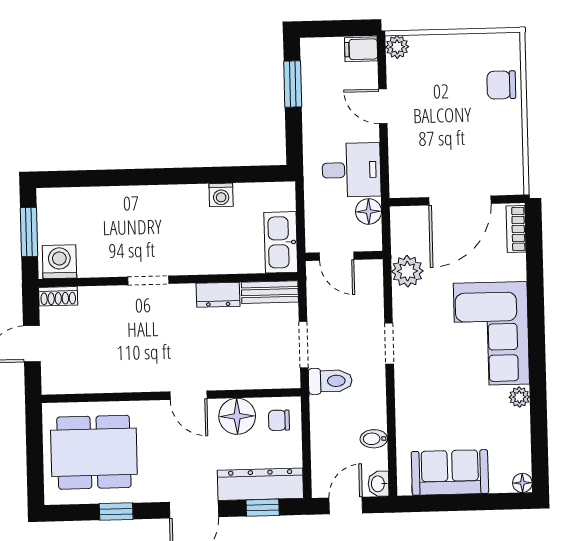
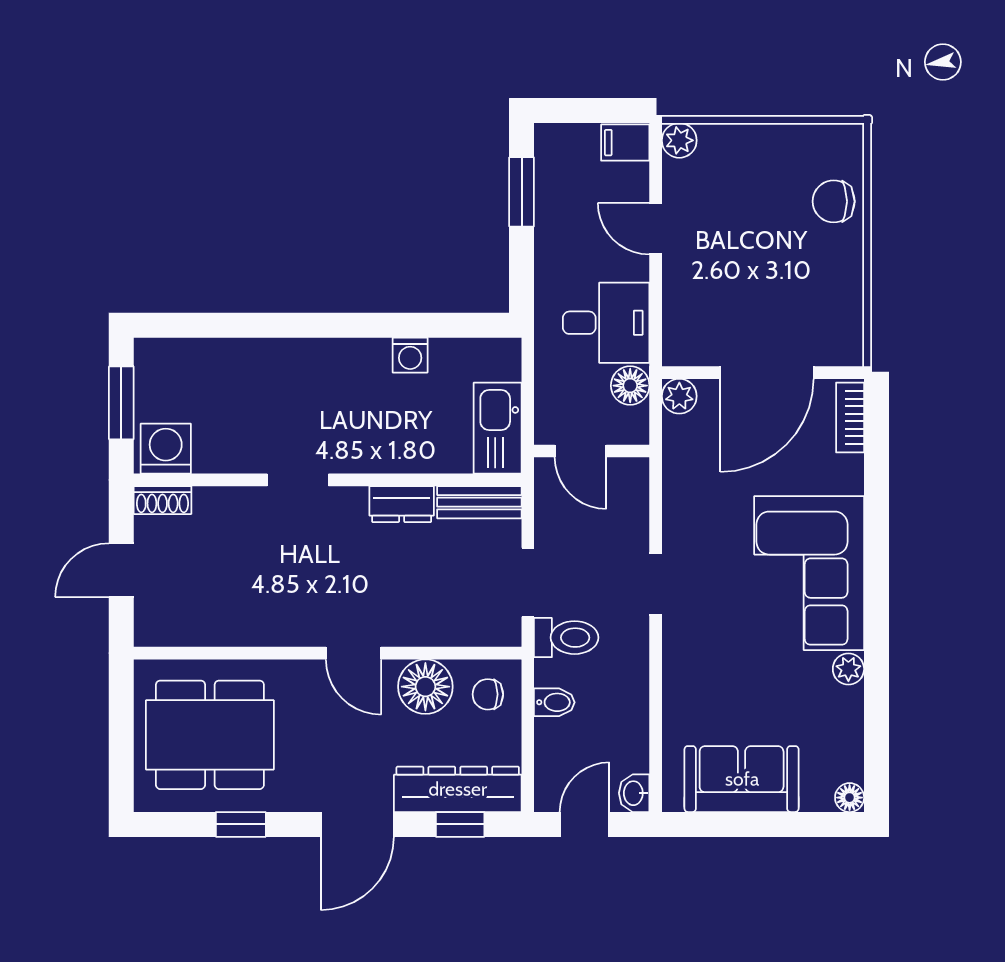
plant: (407, 271) -> (679, 396), moved, width x0.73, depth x0.73
bidet: (374, 439) -> (554, 702), moved, turned 180

